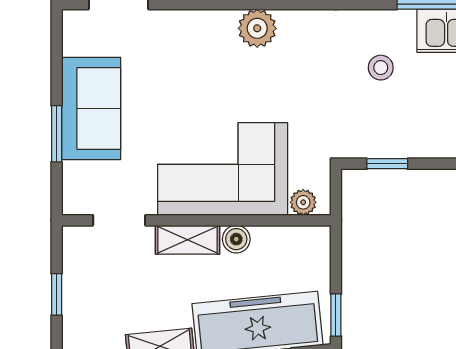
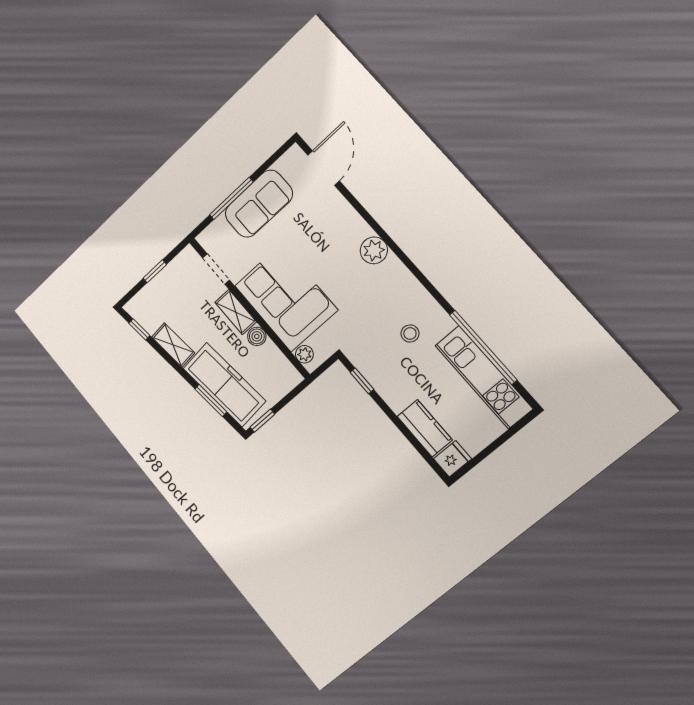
window: (57, 134) -> (231, 198), width x1.44

